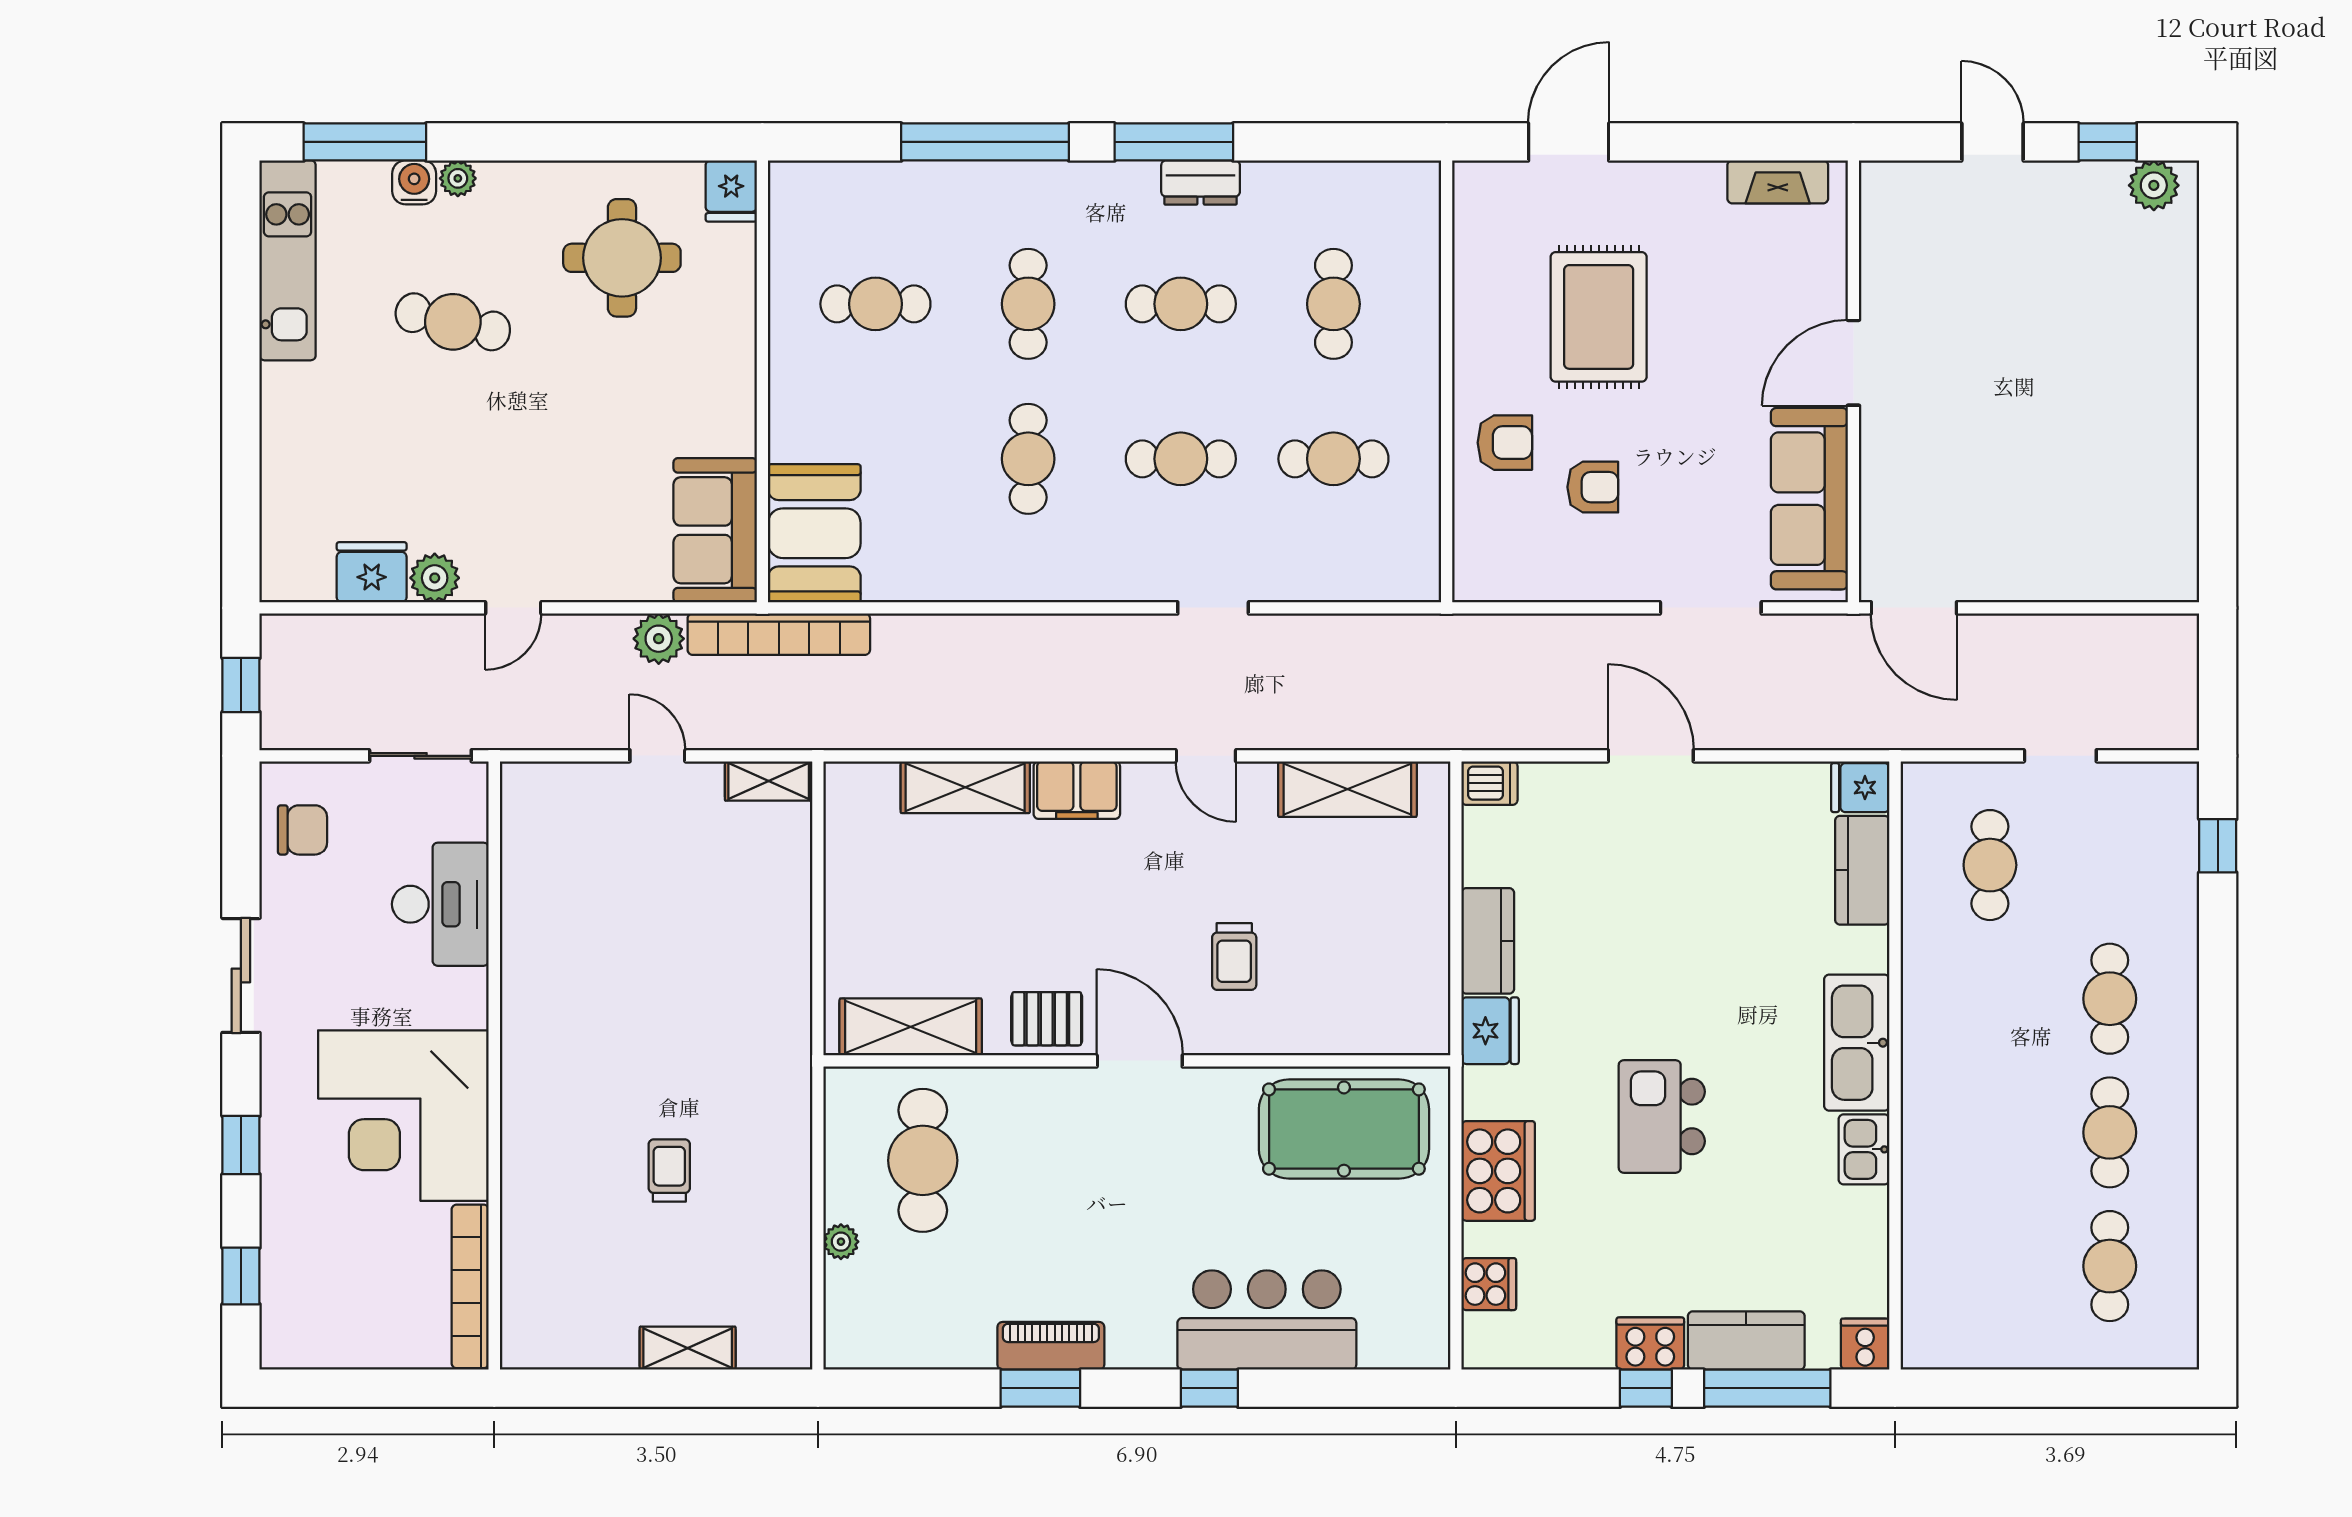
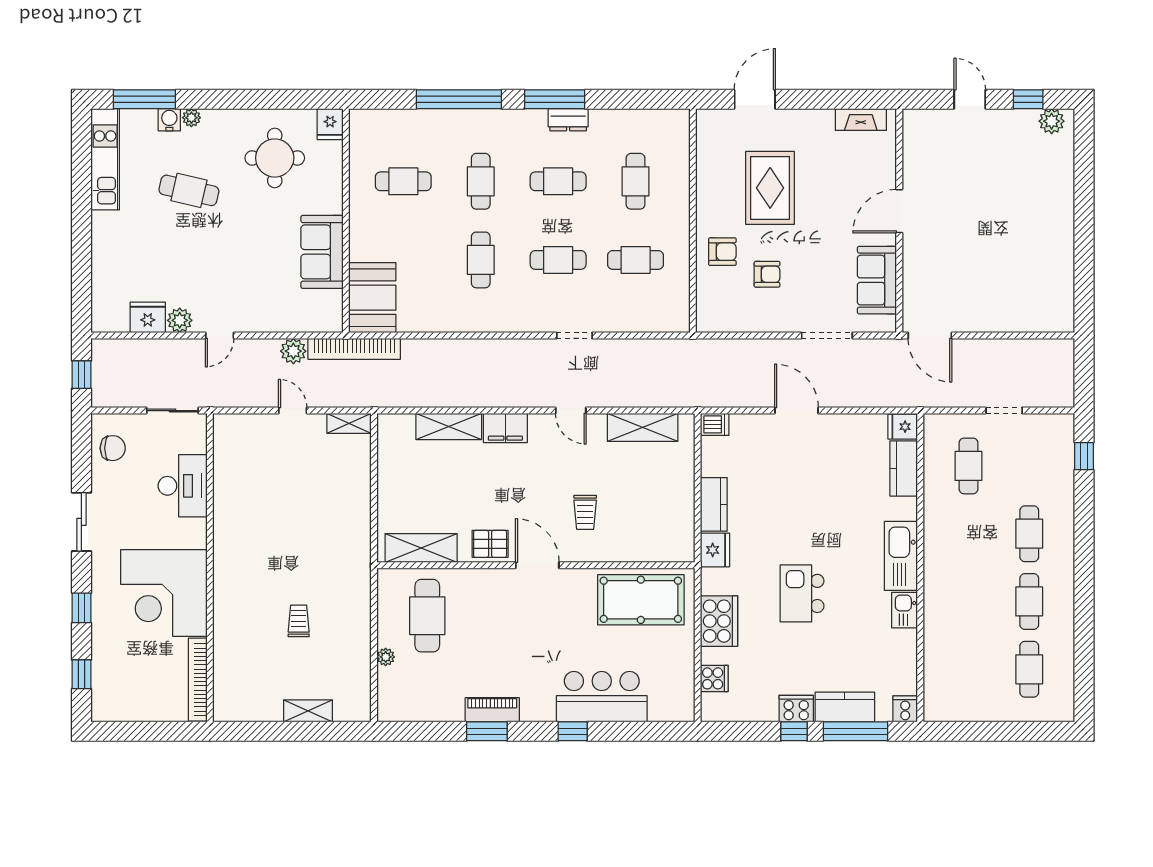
sofa: (1809, 499) -> (877, 280), width x0.73
sofa: (715, 530) -> (322, 252), moved

